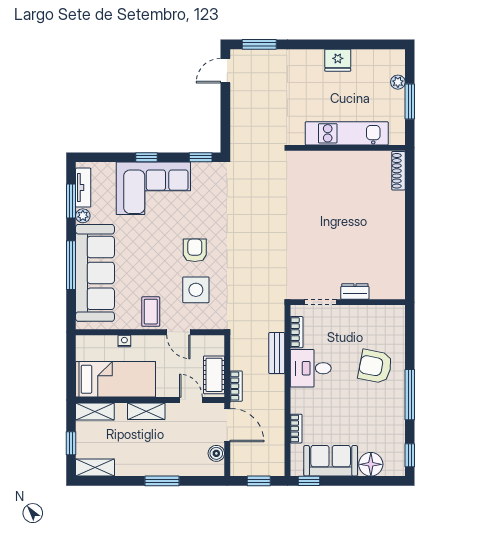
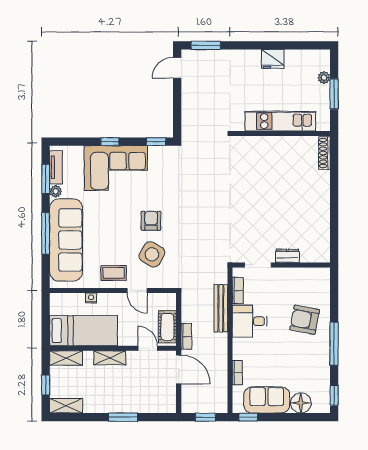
side table: (196, 290) -> (152, 254), turned 30
coffee table: (151, 312) -> (114, 273), turned 90
bench: (277, 353) -> (221, 308), width x1.36
boiler: (216, 453) -> (169, 394), removed

